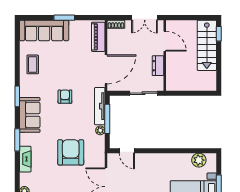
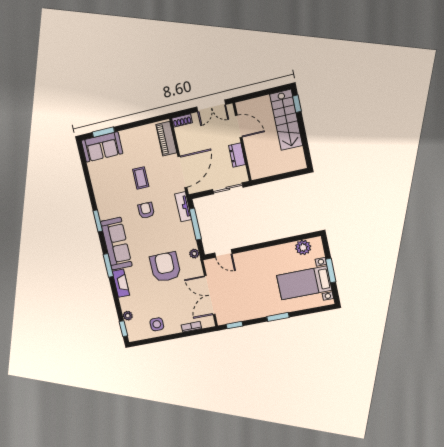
window: (64, 18) -> (103, 132), moved
sofa: (44, 30) -> (102, 147), width x0.73
coffee table: (33, 64) -> (141, 178), moved
tv unit: (100, 106) -> (183, 207), width x0.71
sofa: (30, 115) -> (116, 244), width x1.36
plant: (100, 130) -> (194, 254), moved

